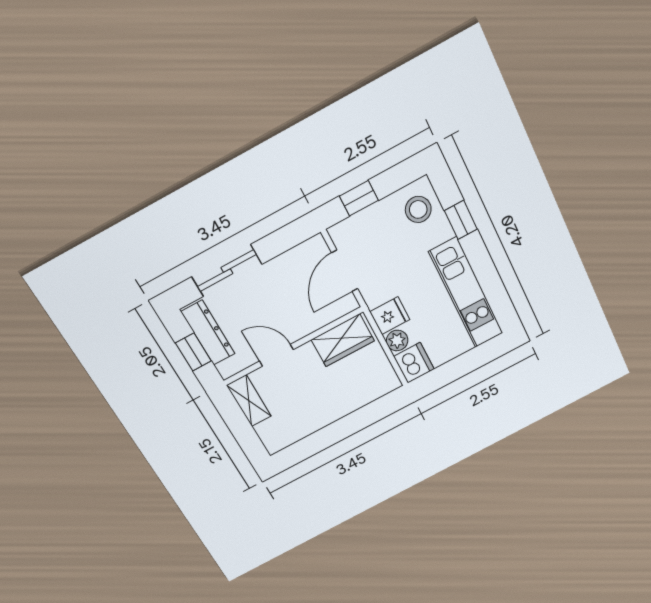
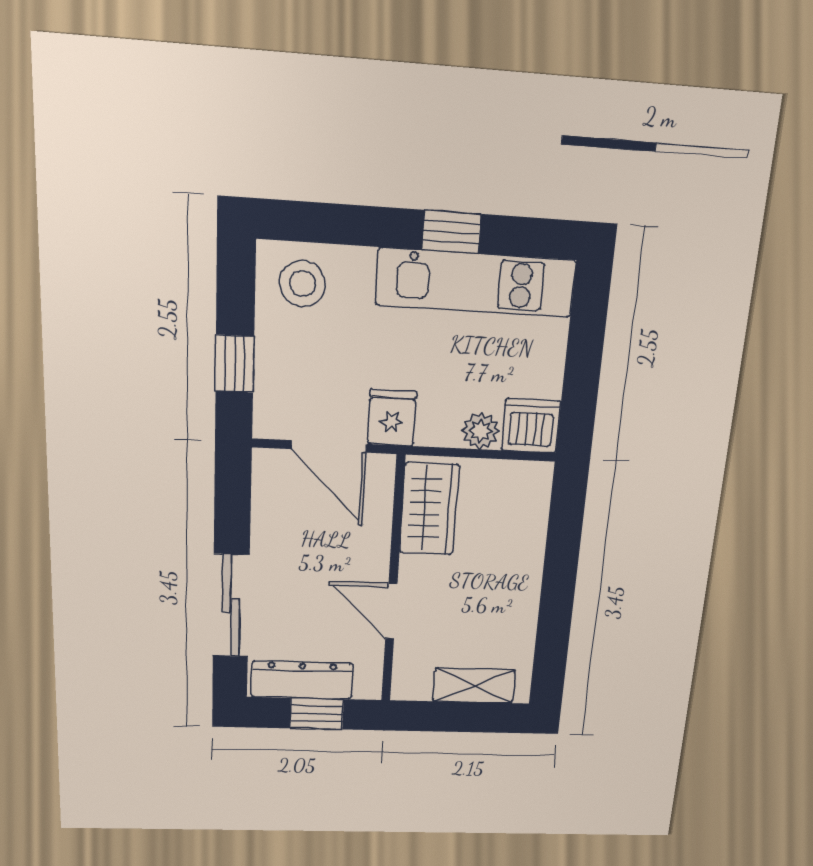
window: (461, 220) -> (452, 232), moved
fridge: (390, 316) -> (392, 418), moved
door: (276, 355) -> (391, 611), hinge flipped
shelving: (249, 401) -> (474, 686), moved

